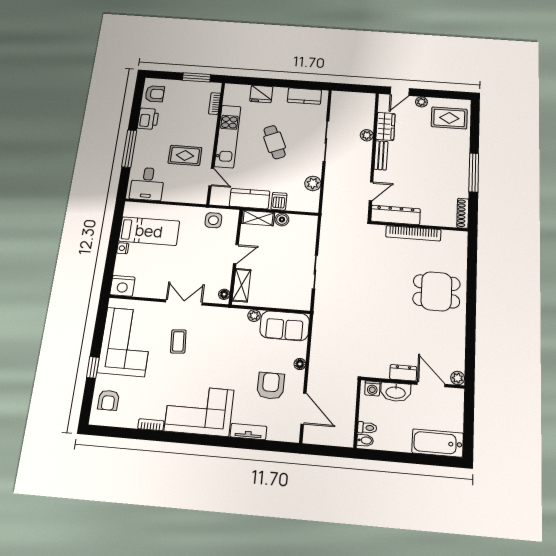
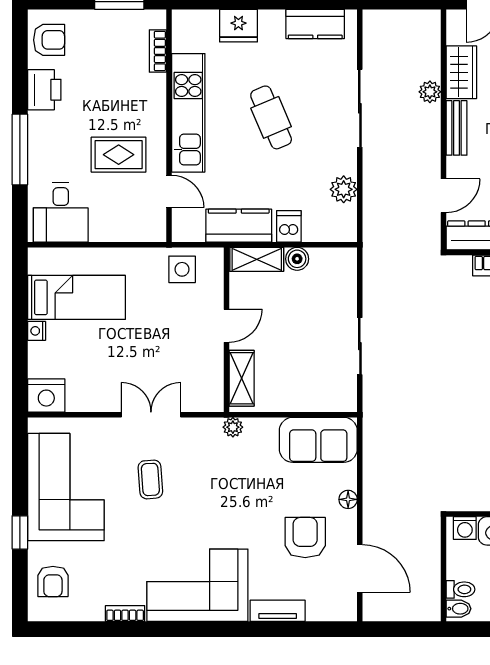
floor lamp: (224, 294) -> (215, 396), removed
plant: (254, 316) -> (233, 427), moved

